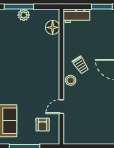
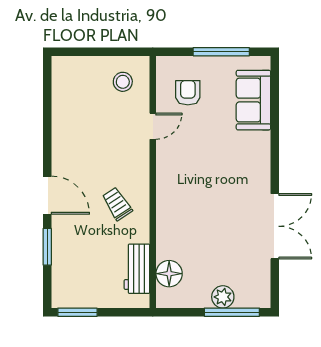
workbench: (76, 16) -> (137, 269), moved, turned -90
stool: (71, 80) -> (123, 82), moved

